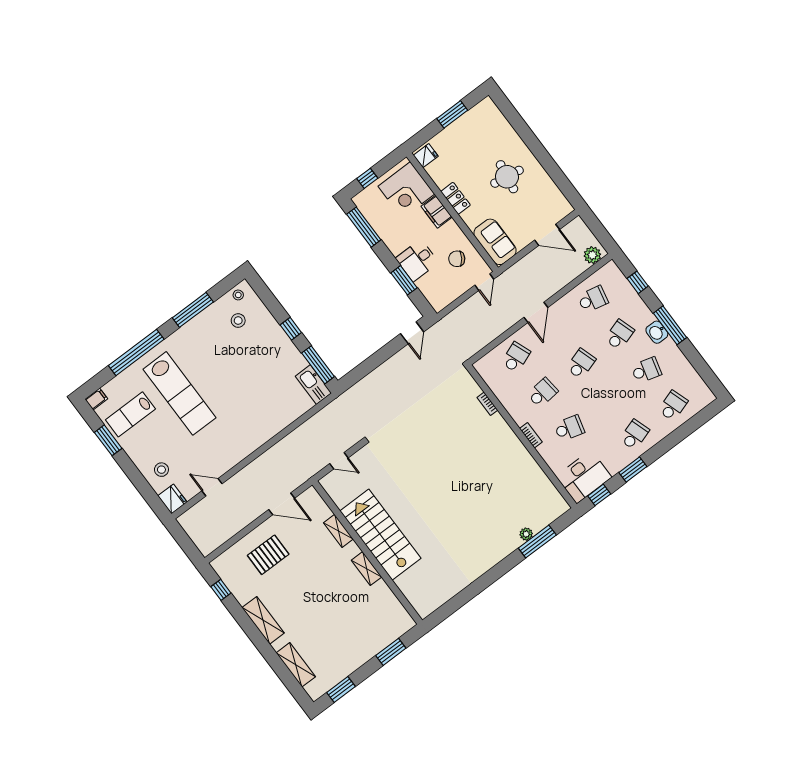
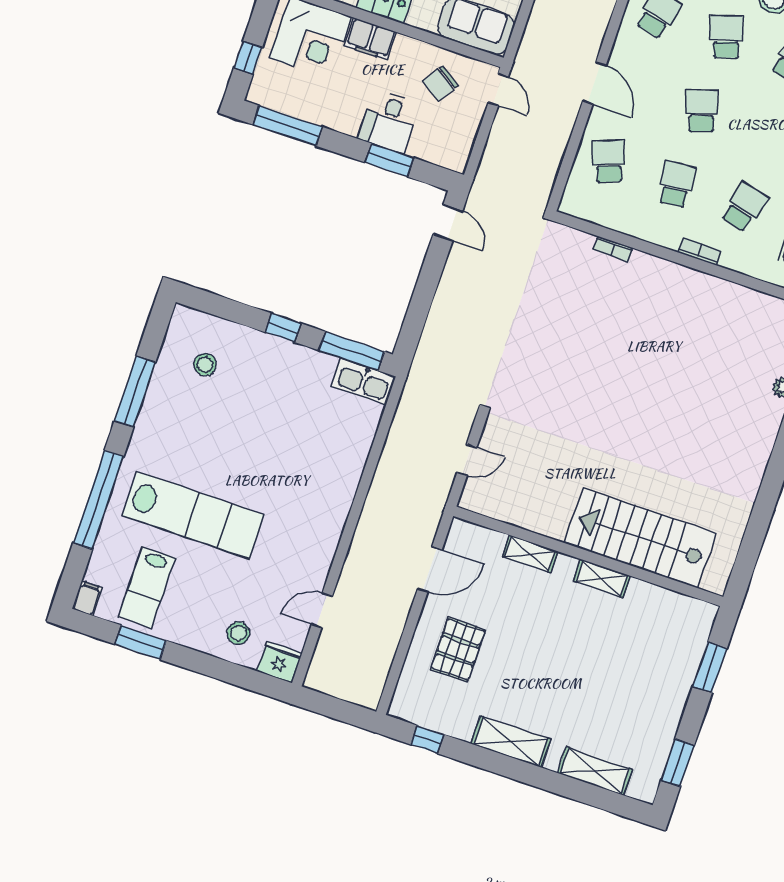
stool: (238, 295) -> (182, 330), removed
stairs: (380, 535) -> (640, 538), moved

